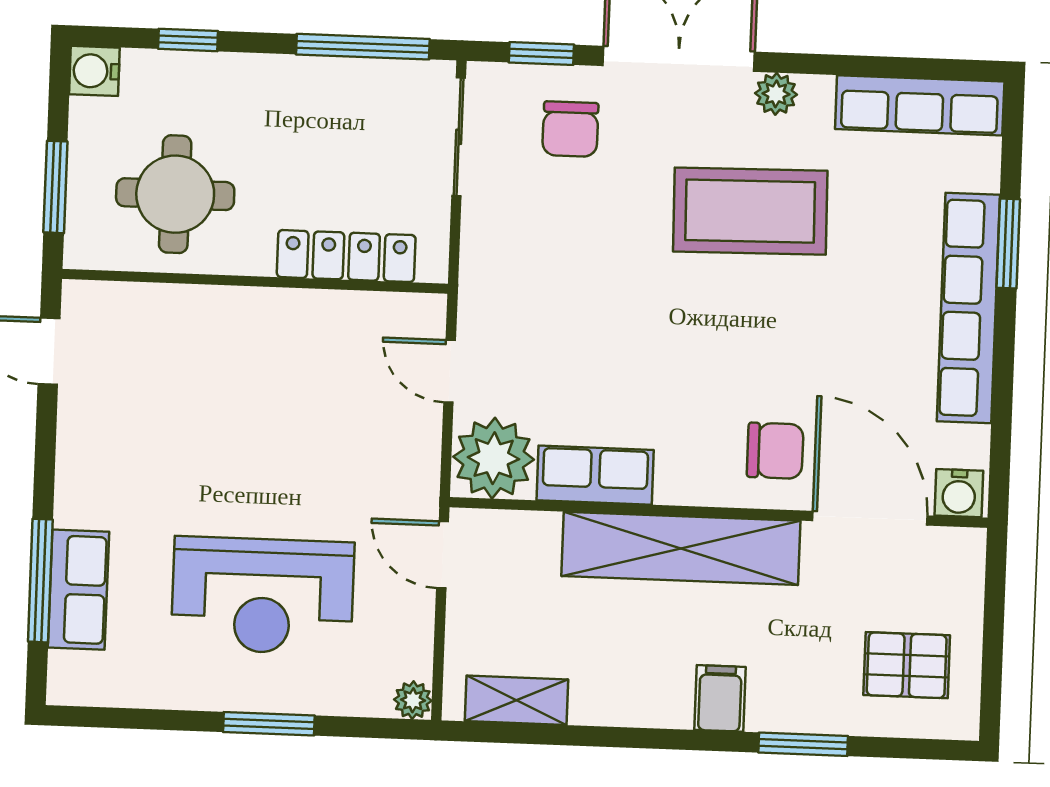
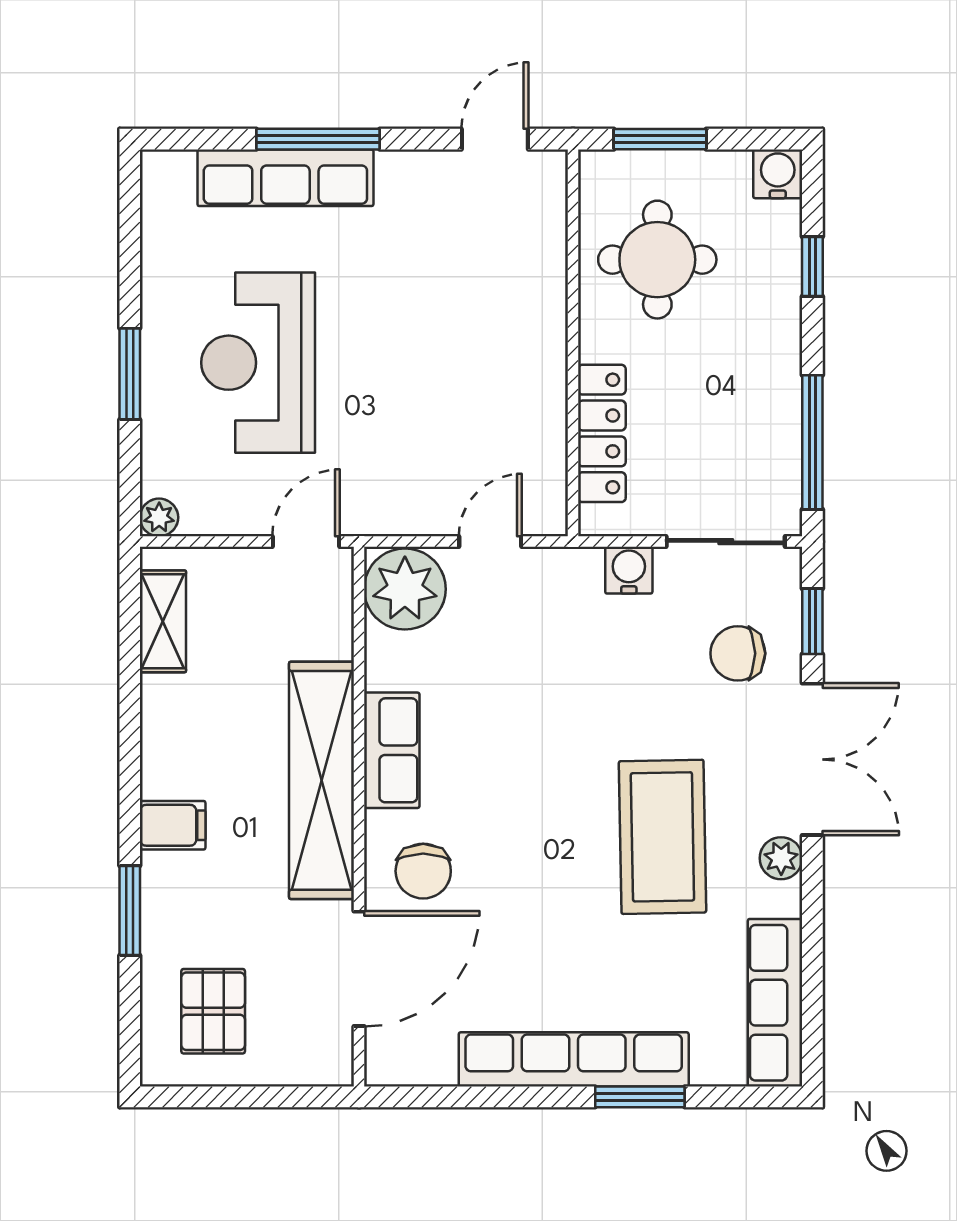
row of seats: (595, 475) -> (392, 750), moved
water cooler: (959, 493) -> (629, 570), moved, turned 90
window: (40, 581) -> (318, 139), moved
row of seats: (78, 590) -> (285, 178), width x1.48

